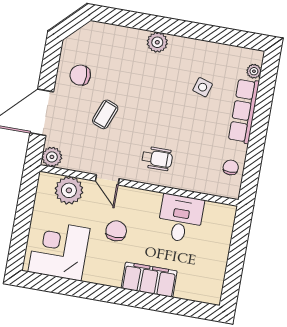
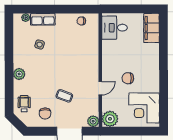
row of seats: (244, 111) -> (43, 19), width x0.68
wheelchair: (157, 159) -> (24, 104), moved
plant: (69, 190) -> (110, 119), moved
desk: (181, 218) -> (114, 28), moved
filing cabinet: (149, 280) -> (151, 28), moved

